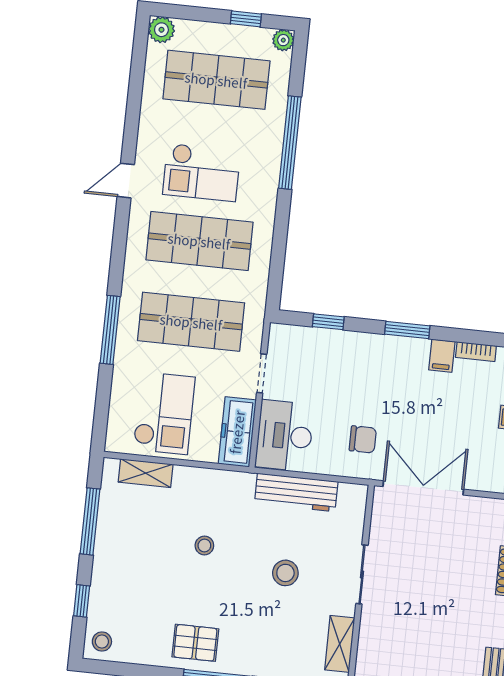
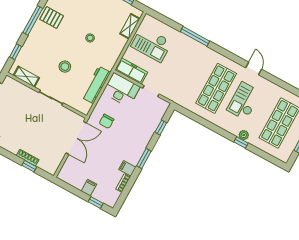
plant: (283, 40) -> (244, 135), moved
window: (290, 143) -> (241, 142), width x0.32
shop shelf: (191, 322) -> (184, 71), removed
pallet: (195, 643) -> (52, 18), turned 90

